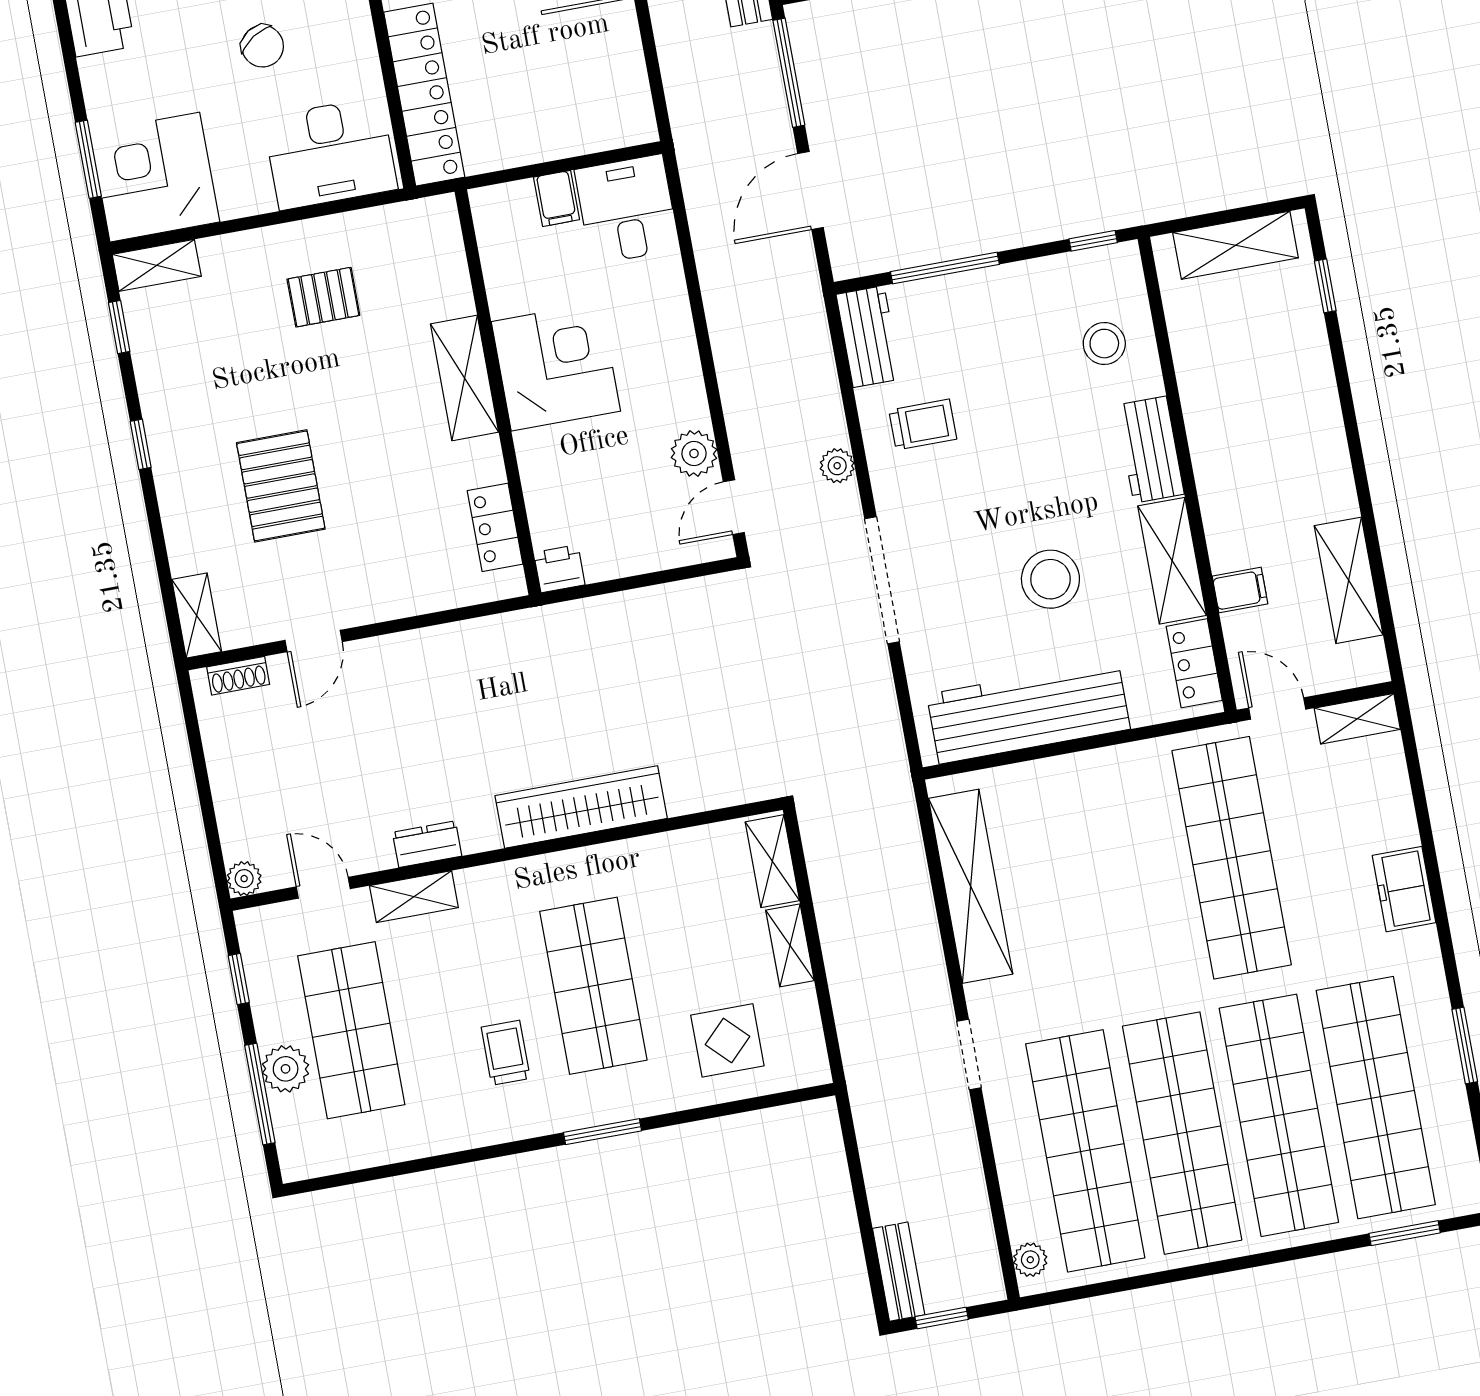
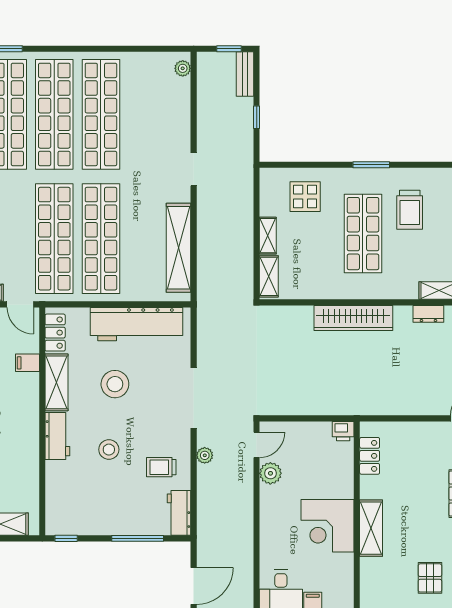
pallet: (323, 297) -> (430, 578), turned 90
stool: (1104, 344) -> (109, 450), moved
trolley: (506, 1053) -> (410, 210), width x1.36, depth x1.39
shop shelf: (1085, 1151) -> (101, 239), moved
window: (858, 1186) -> (257, 117), added

